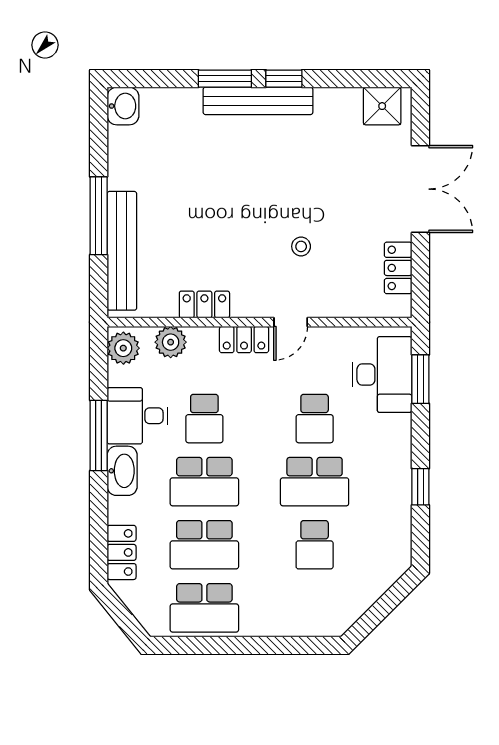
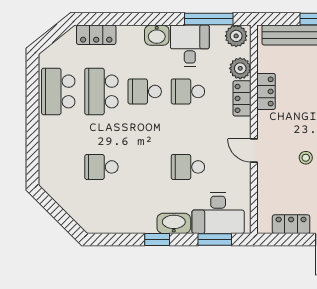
locker: (244, 340) -> (242, 98), moved
window: (99, 435) -> (209, 19), moved
washbasin: (397, 439) -> (174, 223), added
washbasin: (122, 471) -> (157, 35), width x0.72
school desk: (204, 482) -> (145, 91), width x0.54
school desk: (315, 482) -> (145, 167), removed
window: (420, 487) -> (157, 239), moved

